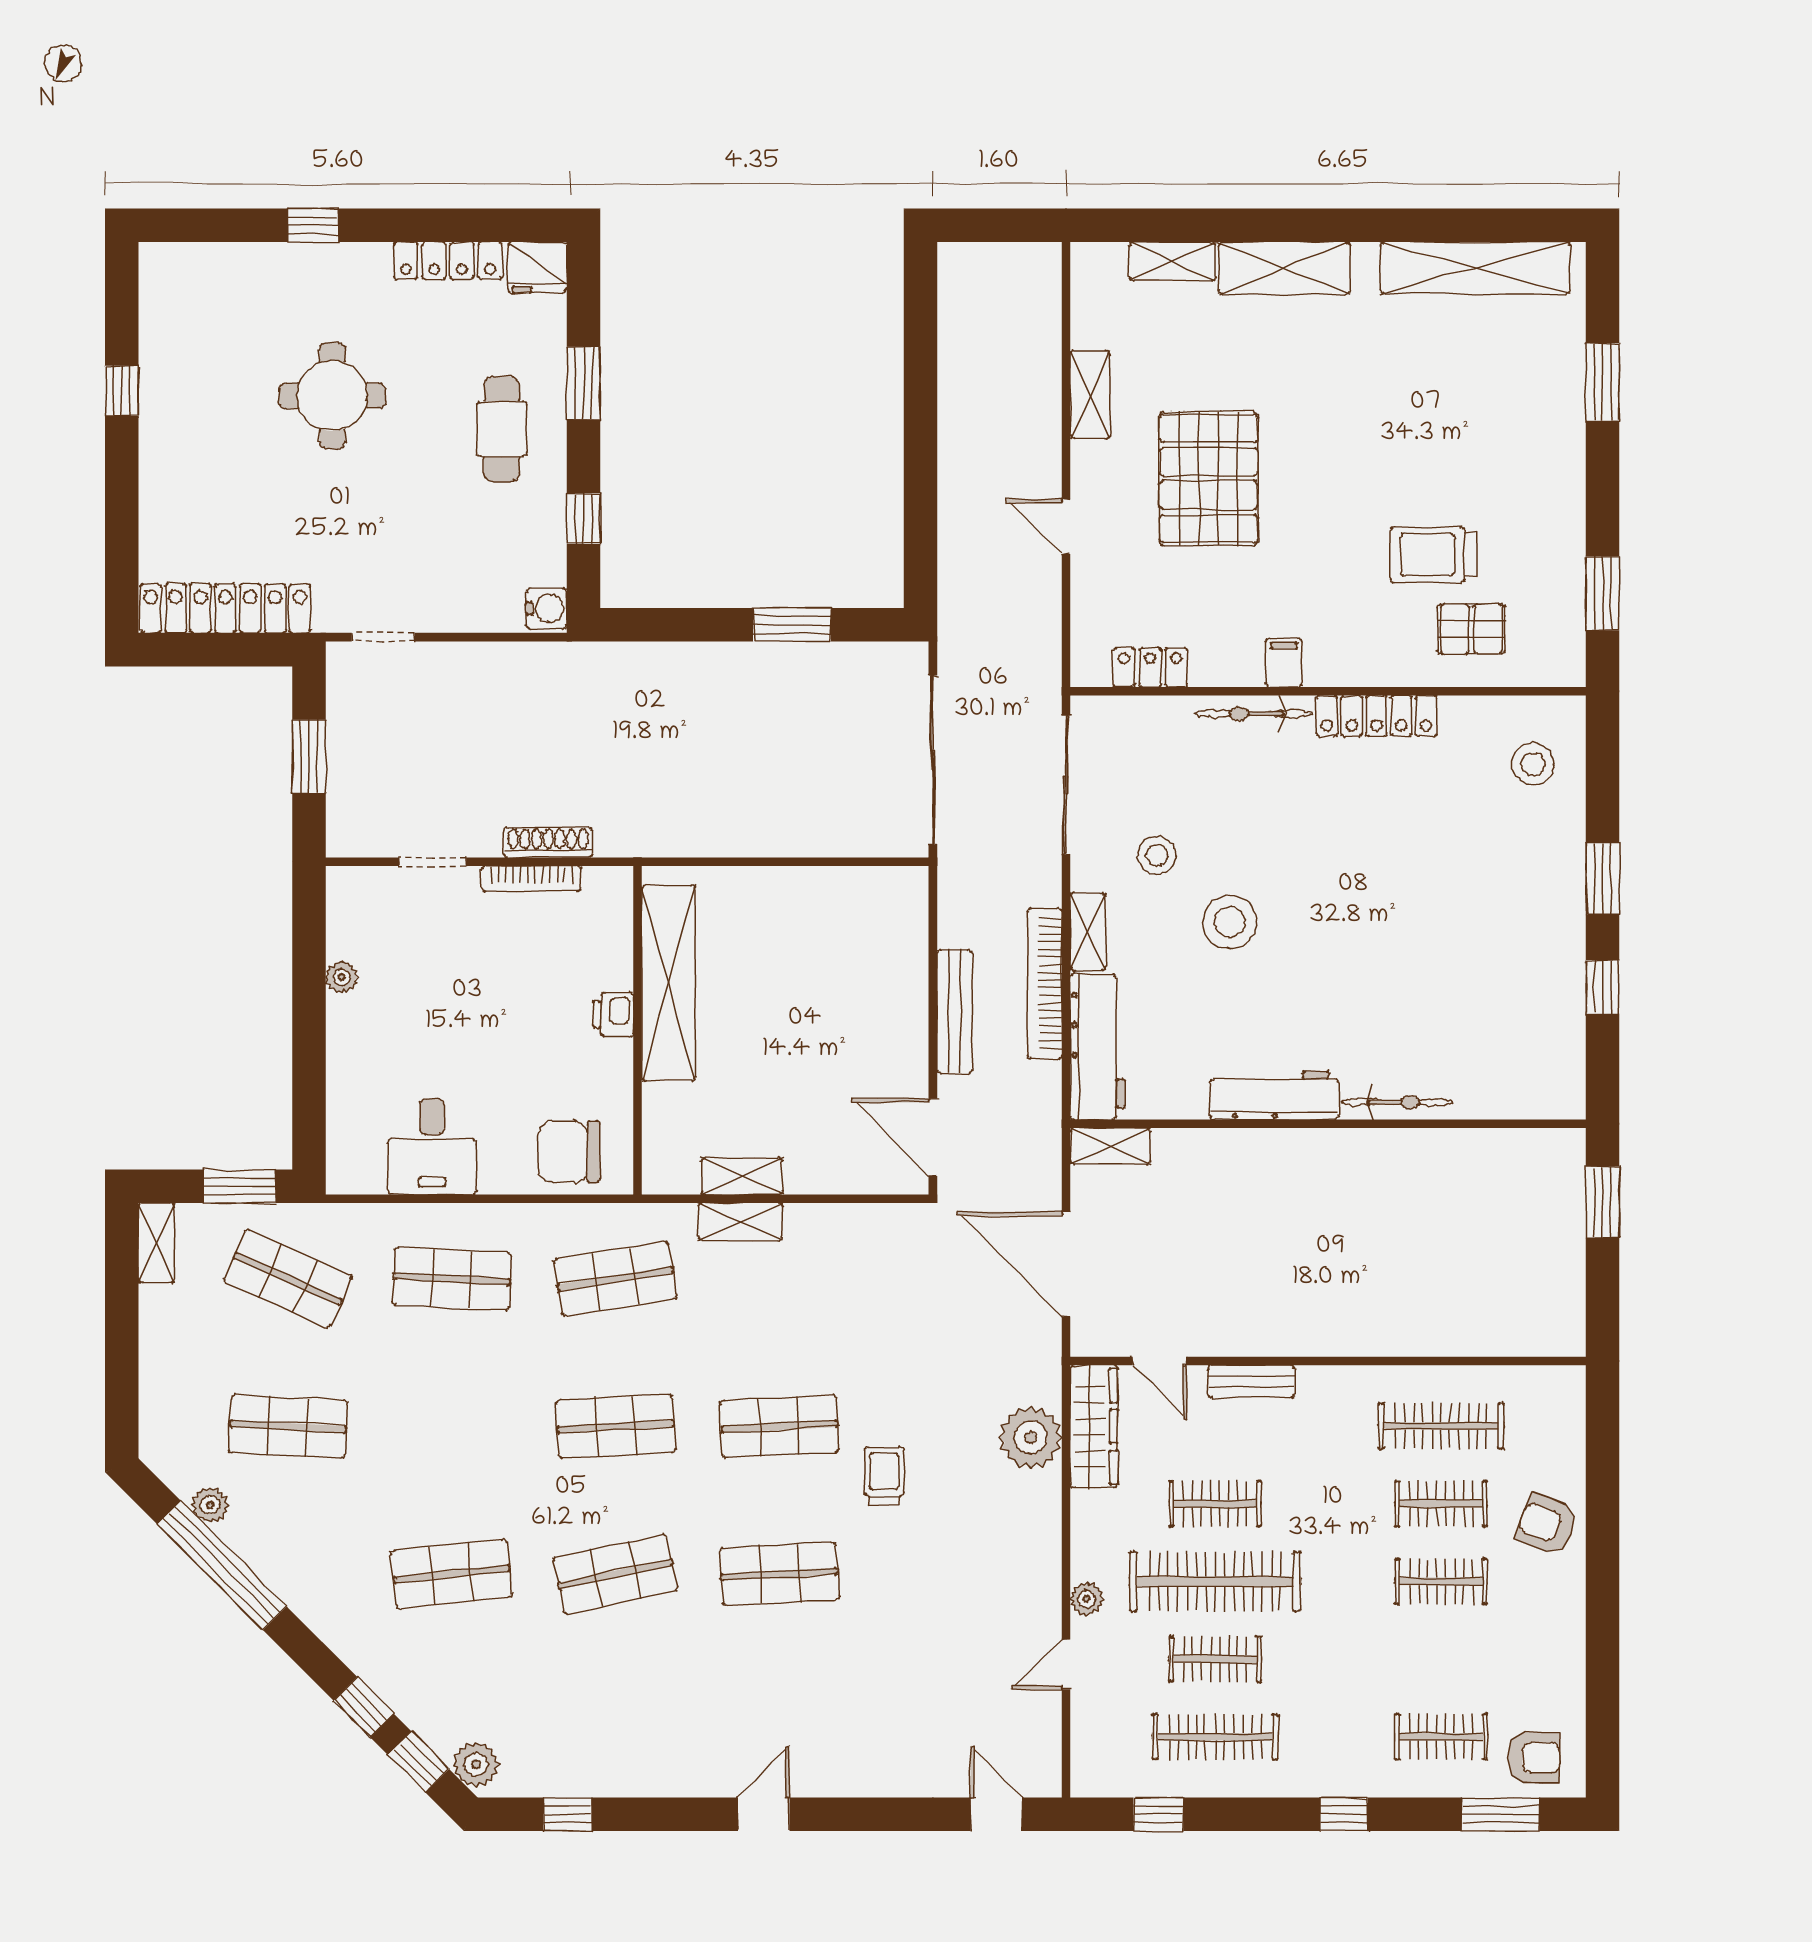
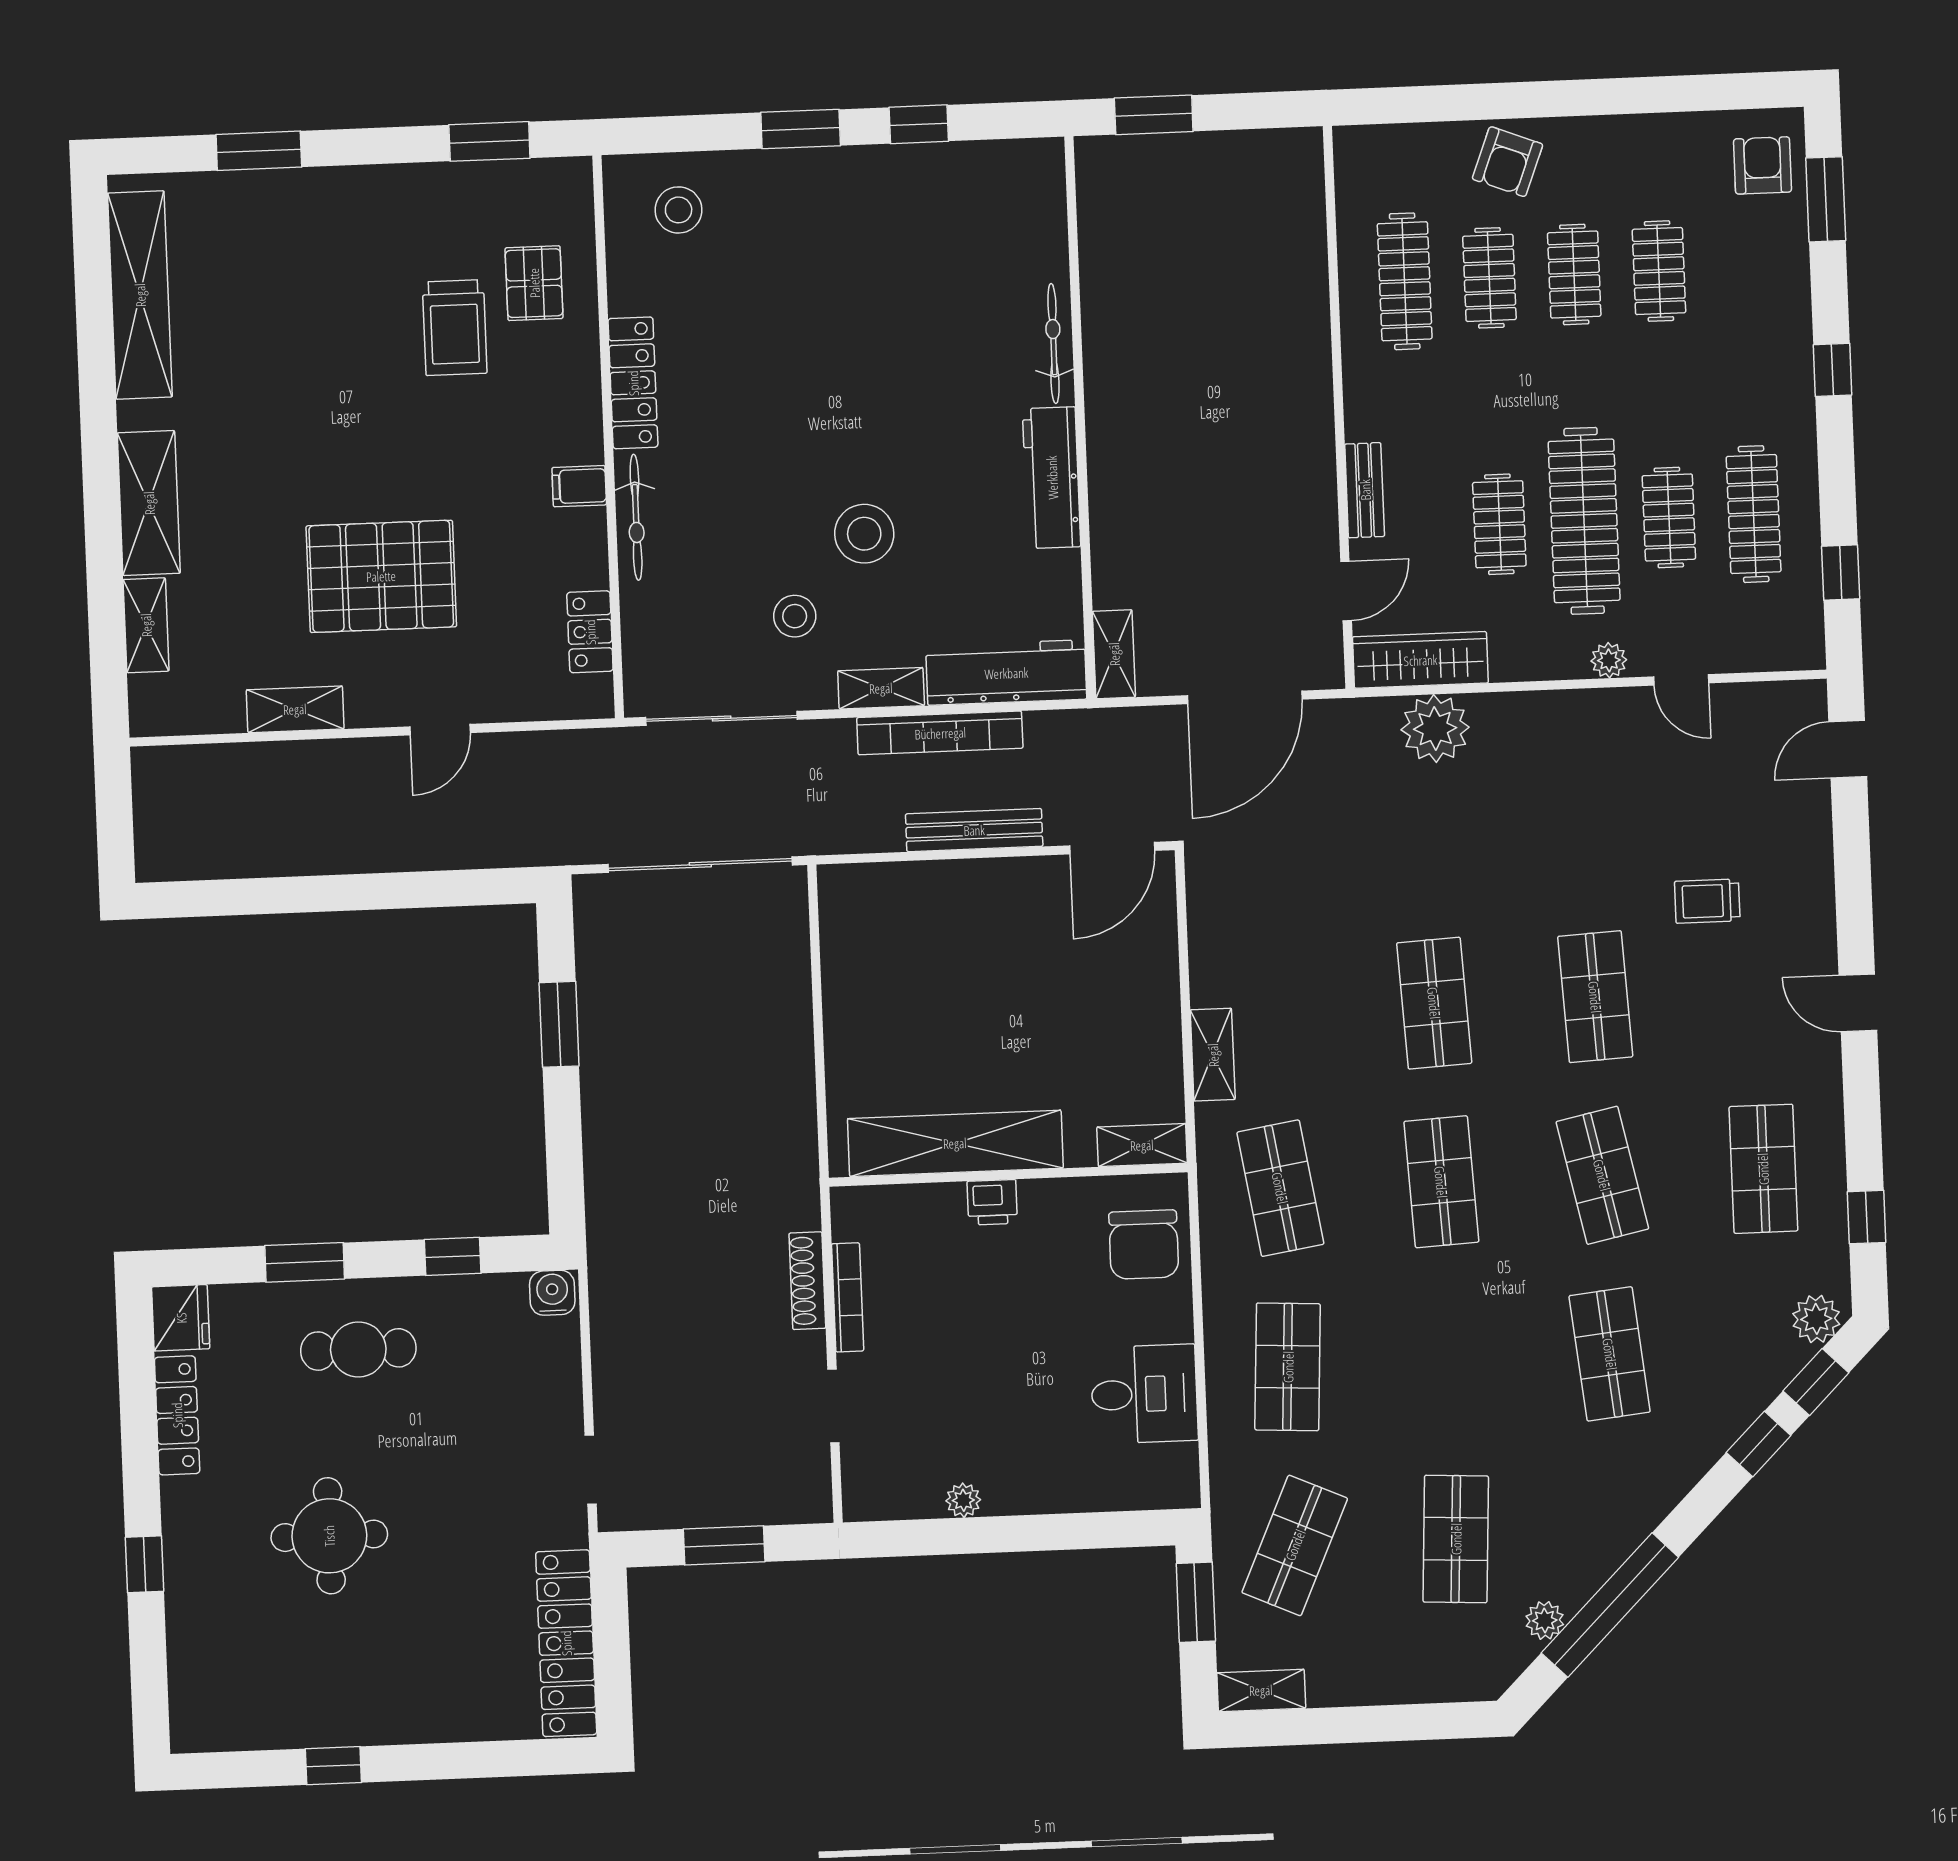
shelving: (742, 1176) -> (1142, 1145), moved, turned 90
trolley: (884, 1476) -> (1707, 901), moved
shop shelf: (615, 1722) -> (1763, 1169), added
clothes rail: (1441, 1737) -> (1659, 271), moved

